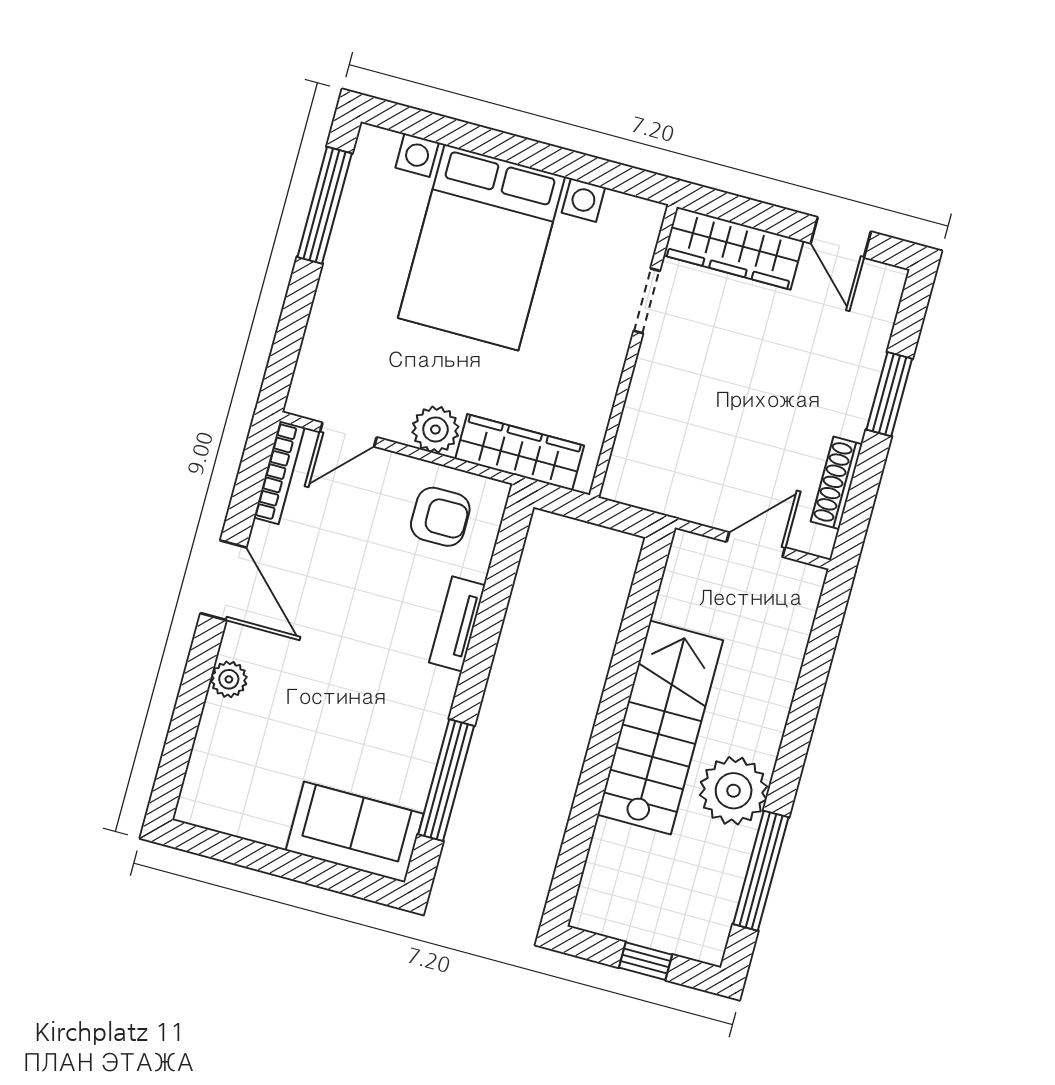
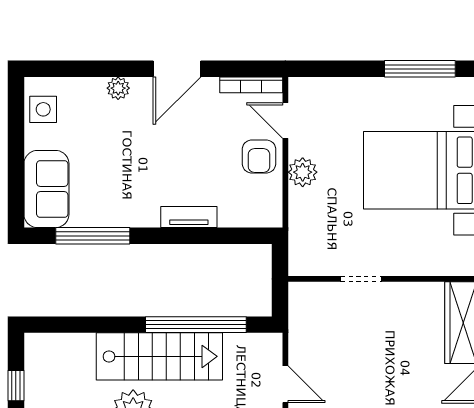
doorway: (647, 301) -> (361, 279), moved
wardrobe: (520, 452) -> (303, 227), removed
armchair: (440, 517) -> (259, 156), moved
window: (626, 658) -> (196, 325), added
side table: (230, 804) -> (43, 109), added

